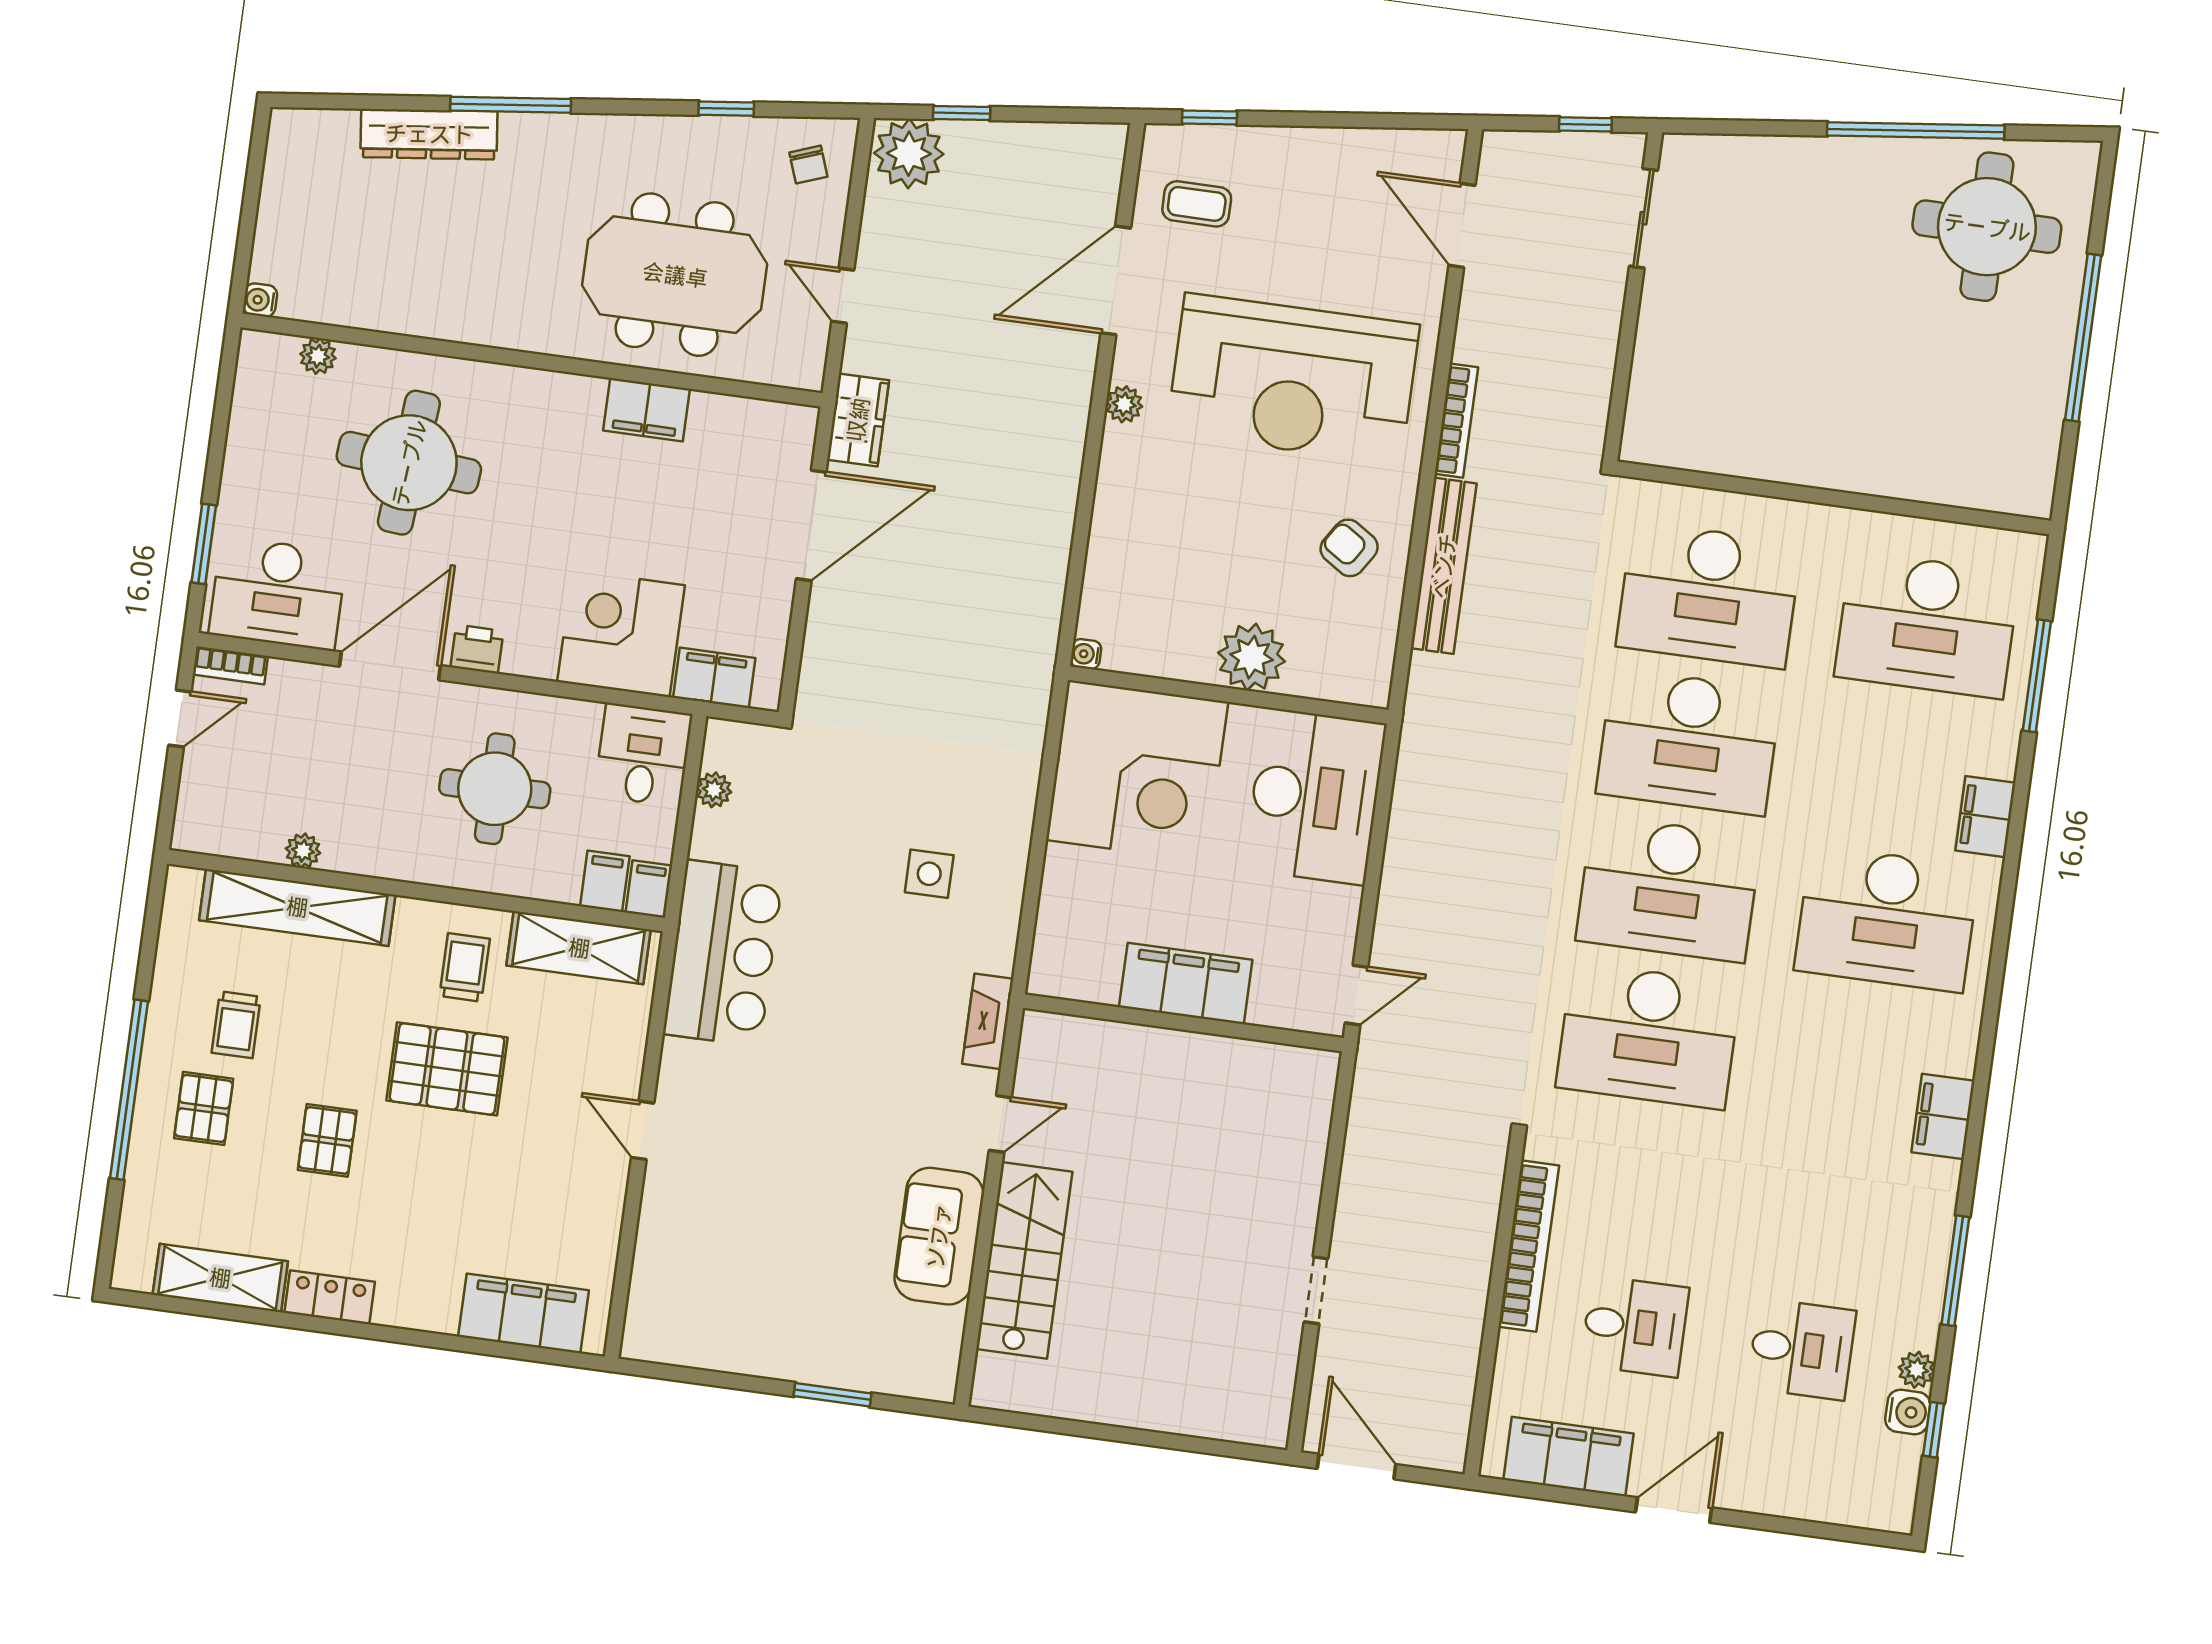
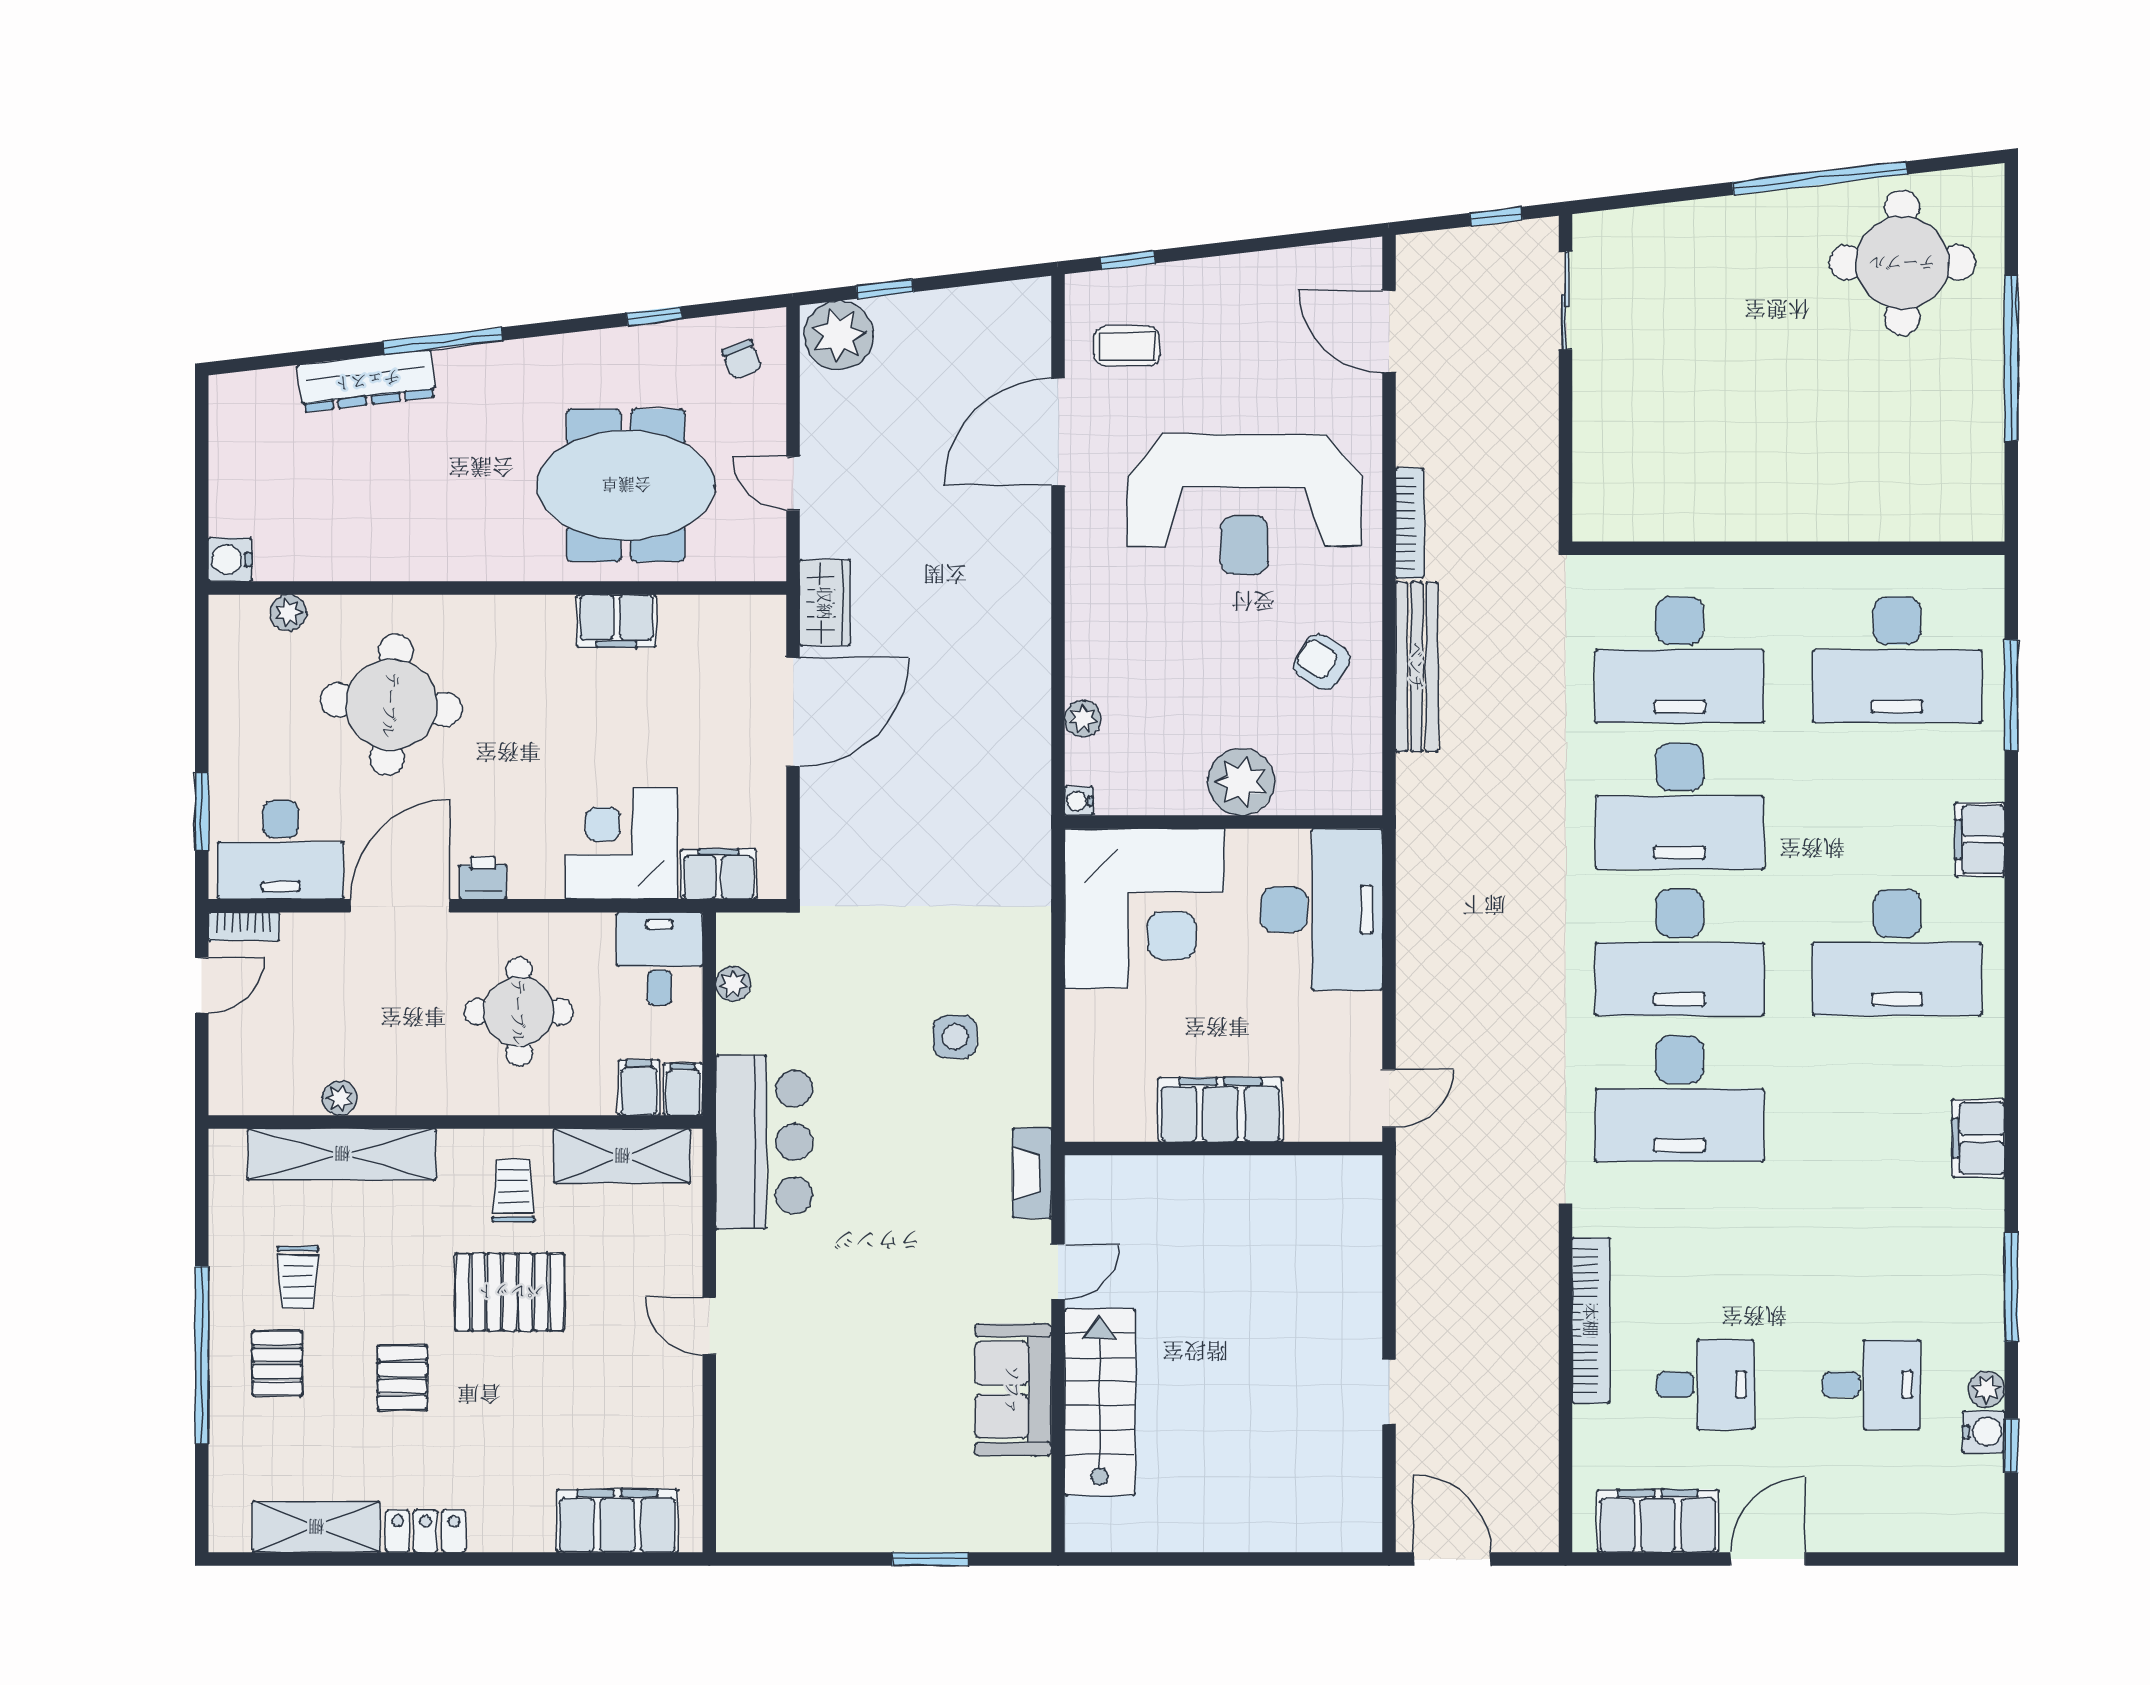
water cooler: (260, 300) -> (230, 560), width x1.38, depth x1.38
plant: (1124, 404) -> (1083, 719), moved

